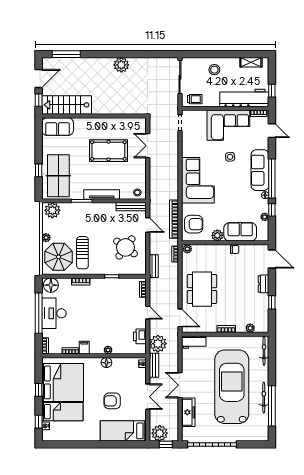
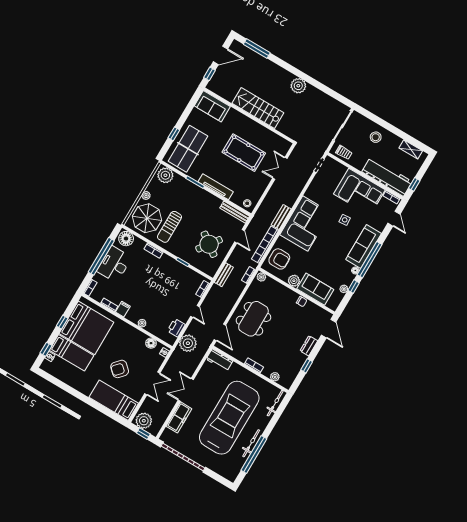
stairs: (67, 105) -> (258, 108), moved
floor lamp: (106, 363) -> (151, 343), moved
bench: (154, 365) -> (281, 217), moved
armchair: (112, 401) -> (120, 369), turned -48

